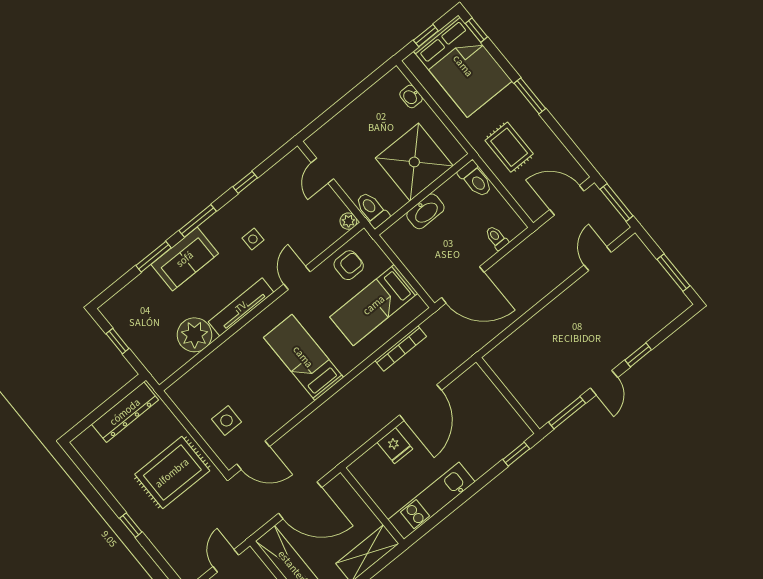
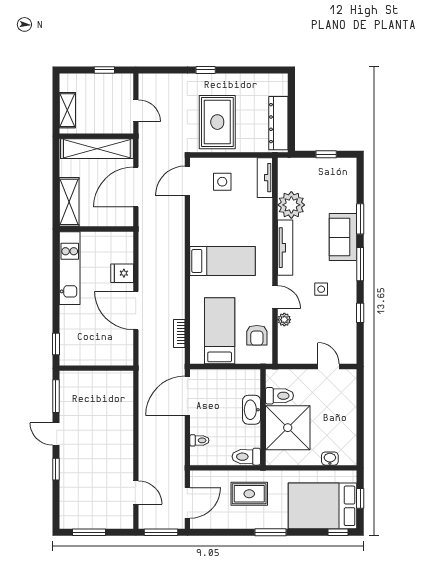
toilet: (372, 210) -> (279, 396), moved
plant: (348, 221) -> (284, 320), moved
bookcase: (401, 349) -> (179, 333), width x0.64
tv unit: (189, 382) -> (265, 178), added

